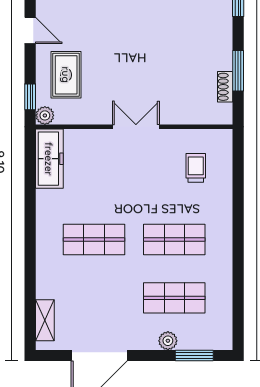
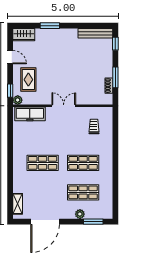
freezer: (49, 159) -> (30, 114), moved, turned 90

